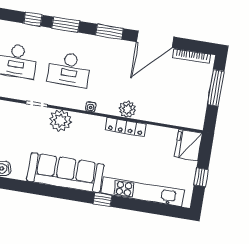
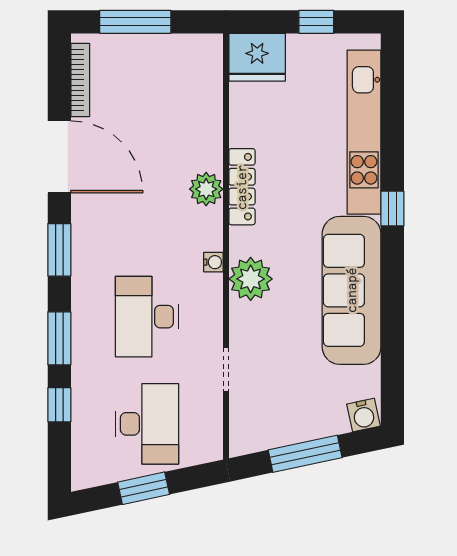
desk: (69, 70) -> (147, 317), turned 180
plant: (60, 121) -> (251, 279), moved

